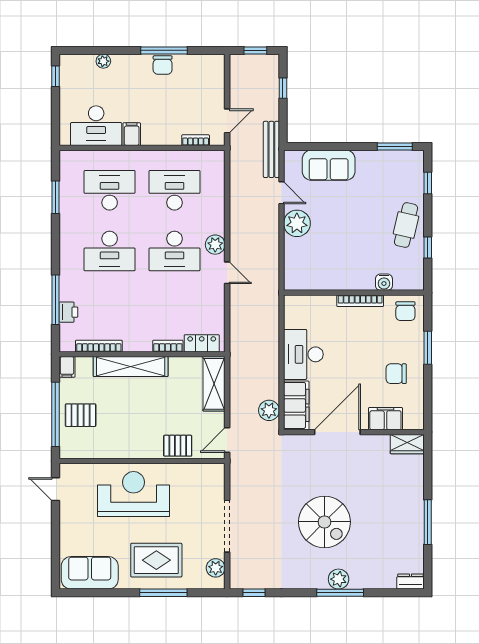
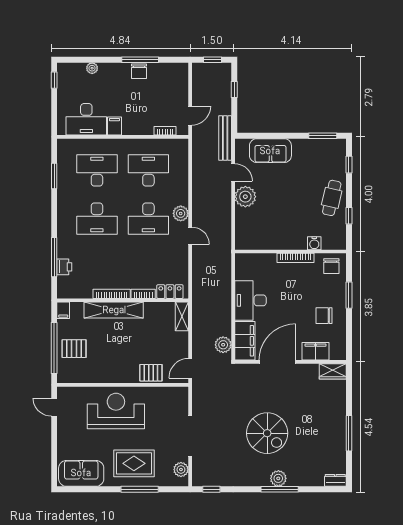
bookcase: (99, 346) -> (112, 294), moved
shelving: (214, 384) -> (182, 316), width x0.67, depth x0.75

